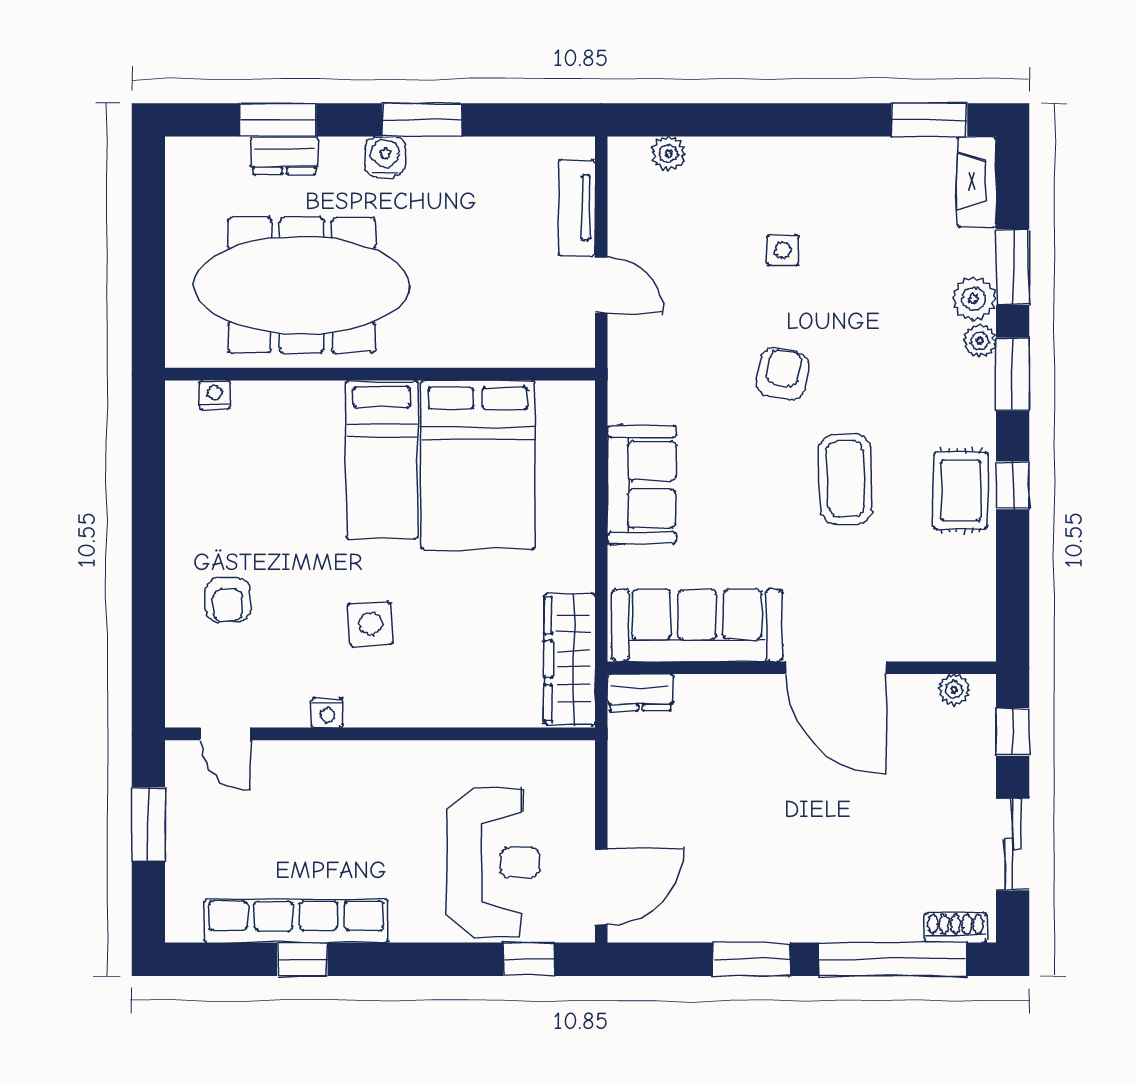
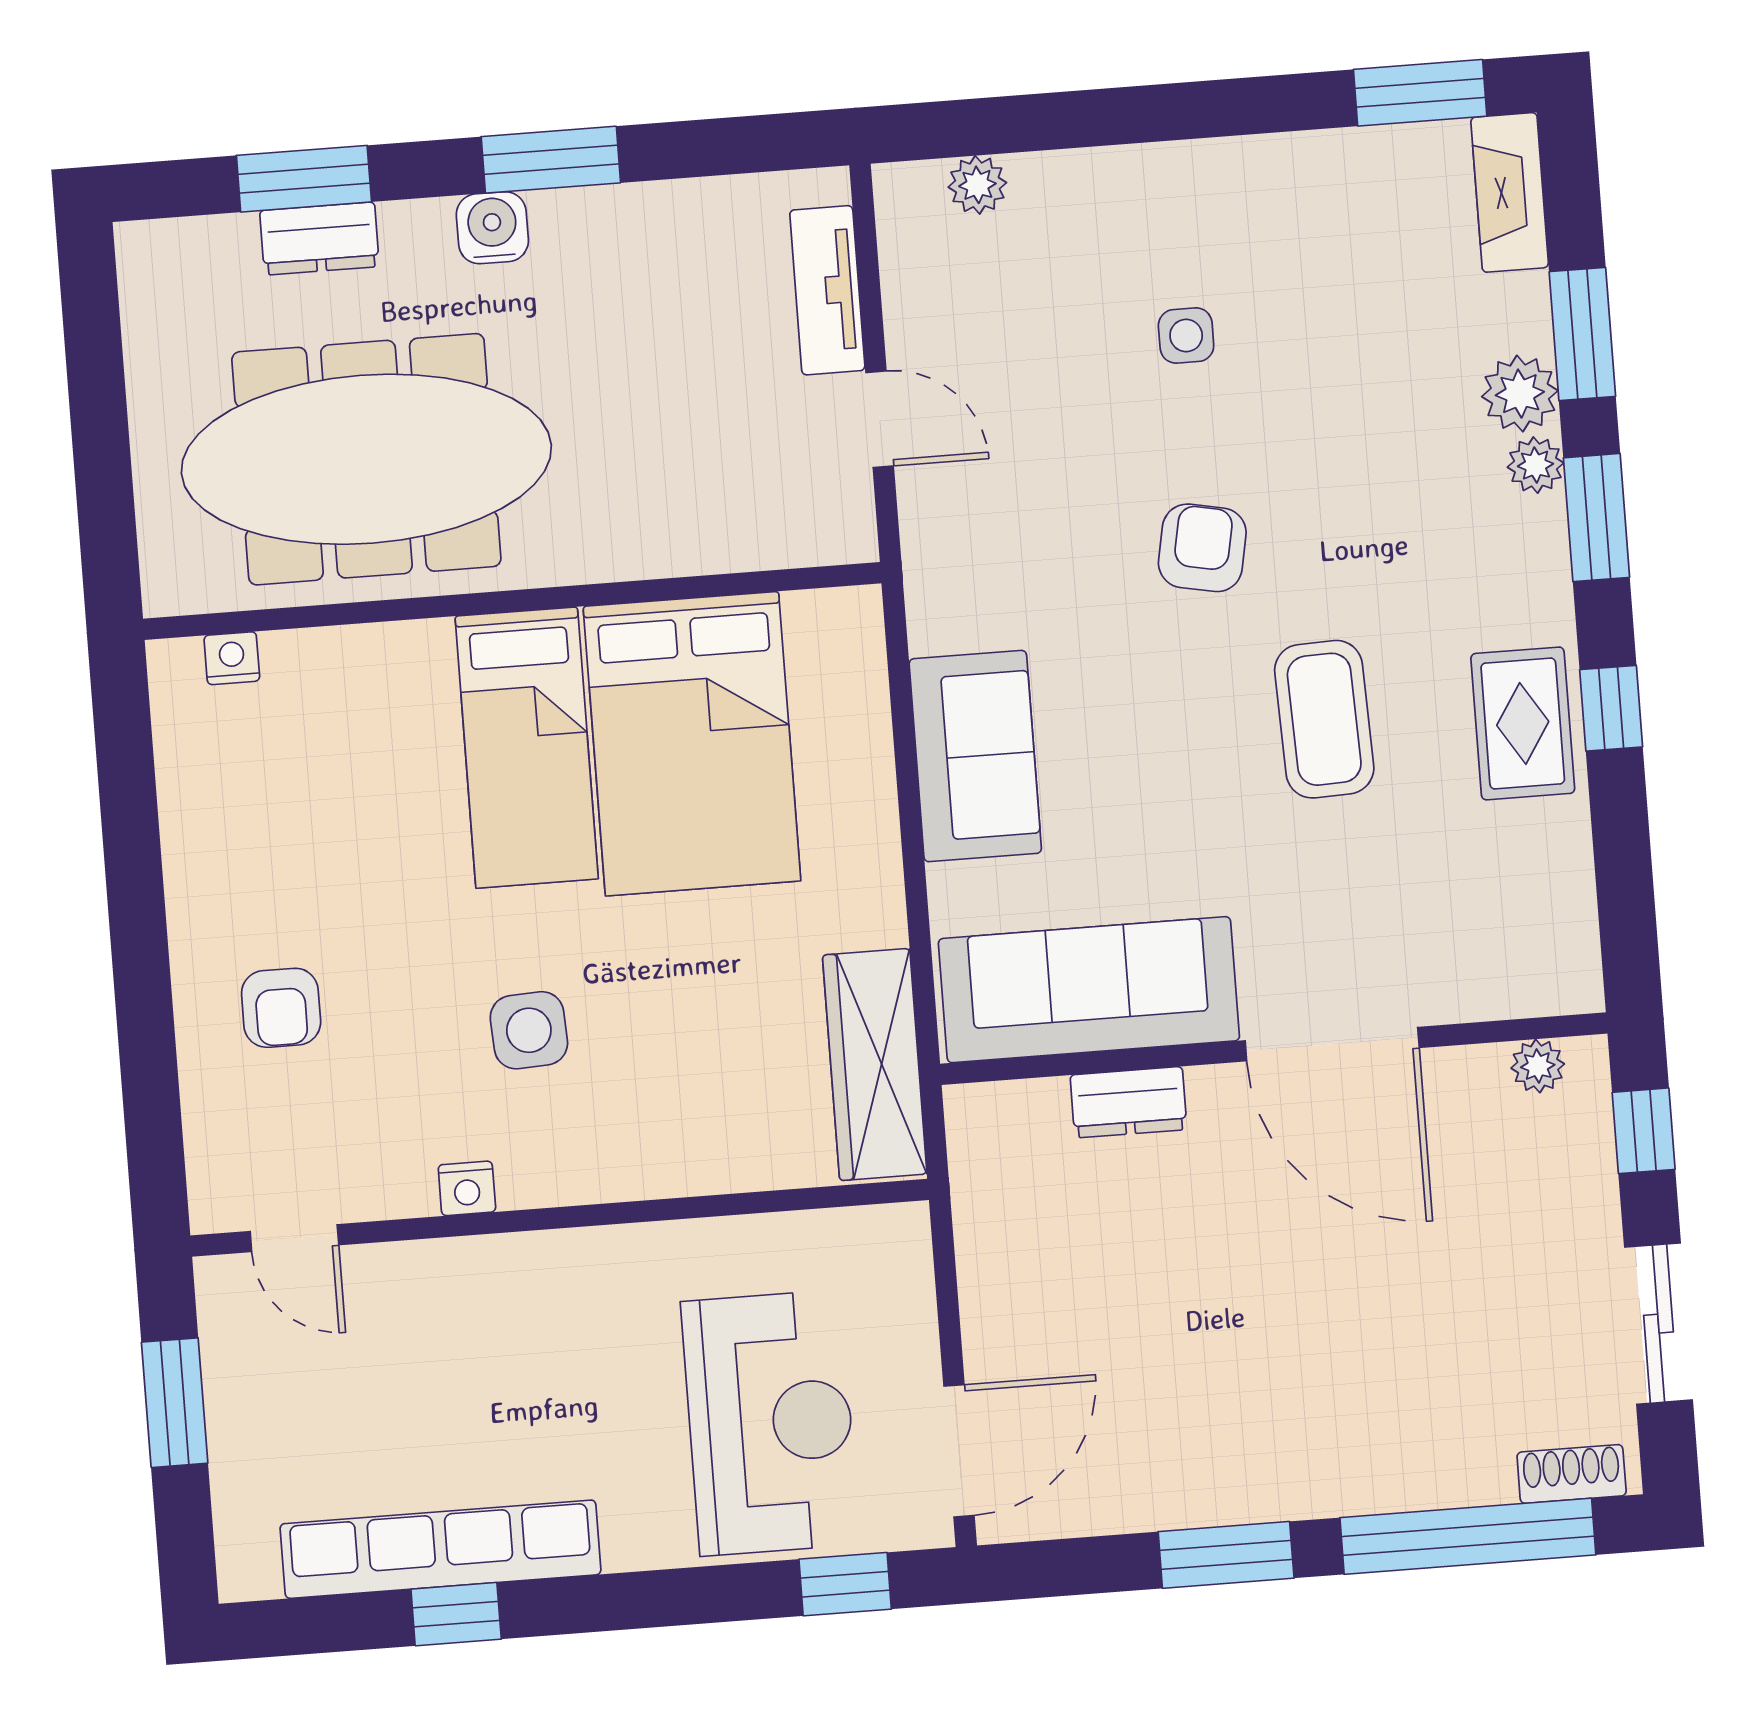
dresser: (640, 692) -> (1128, 1102), moved

